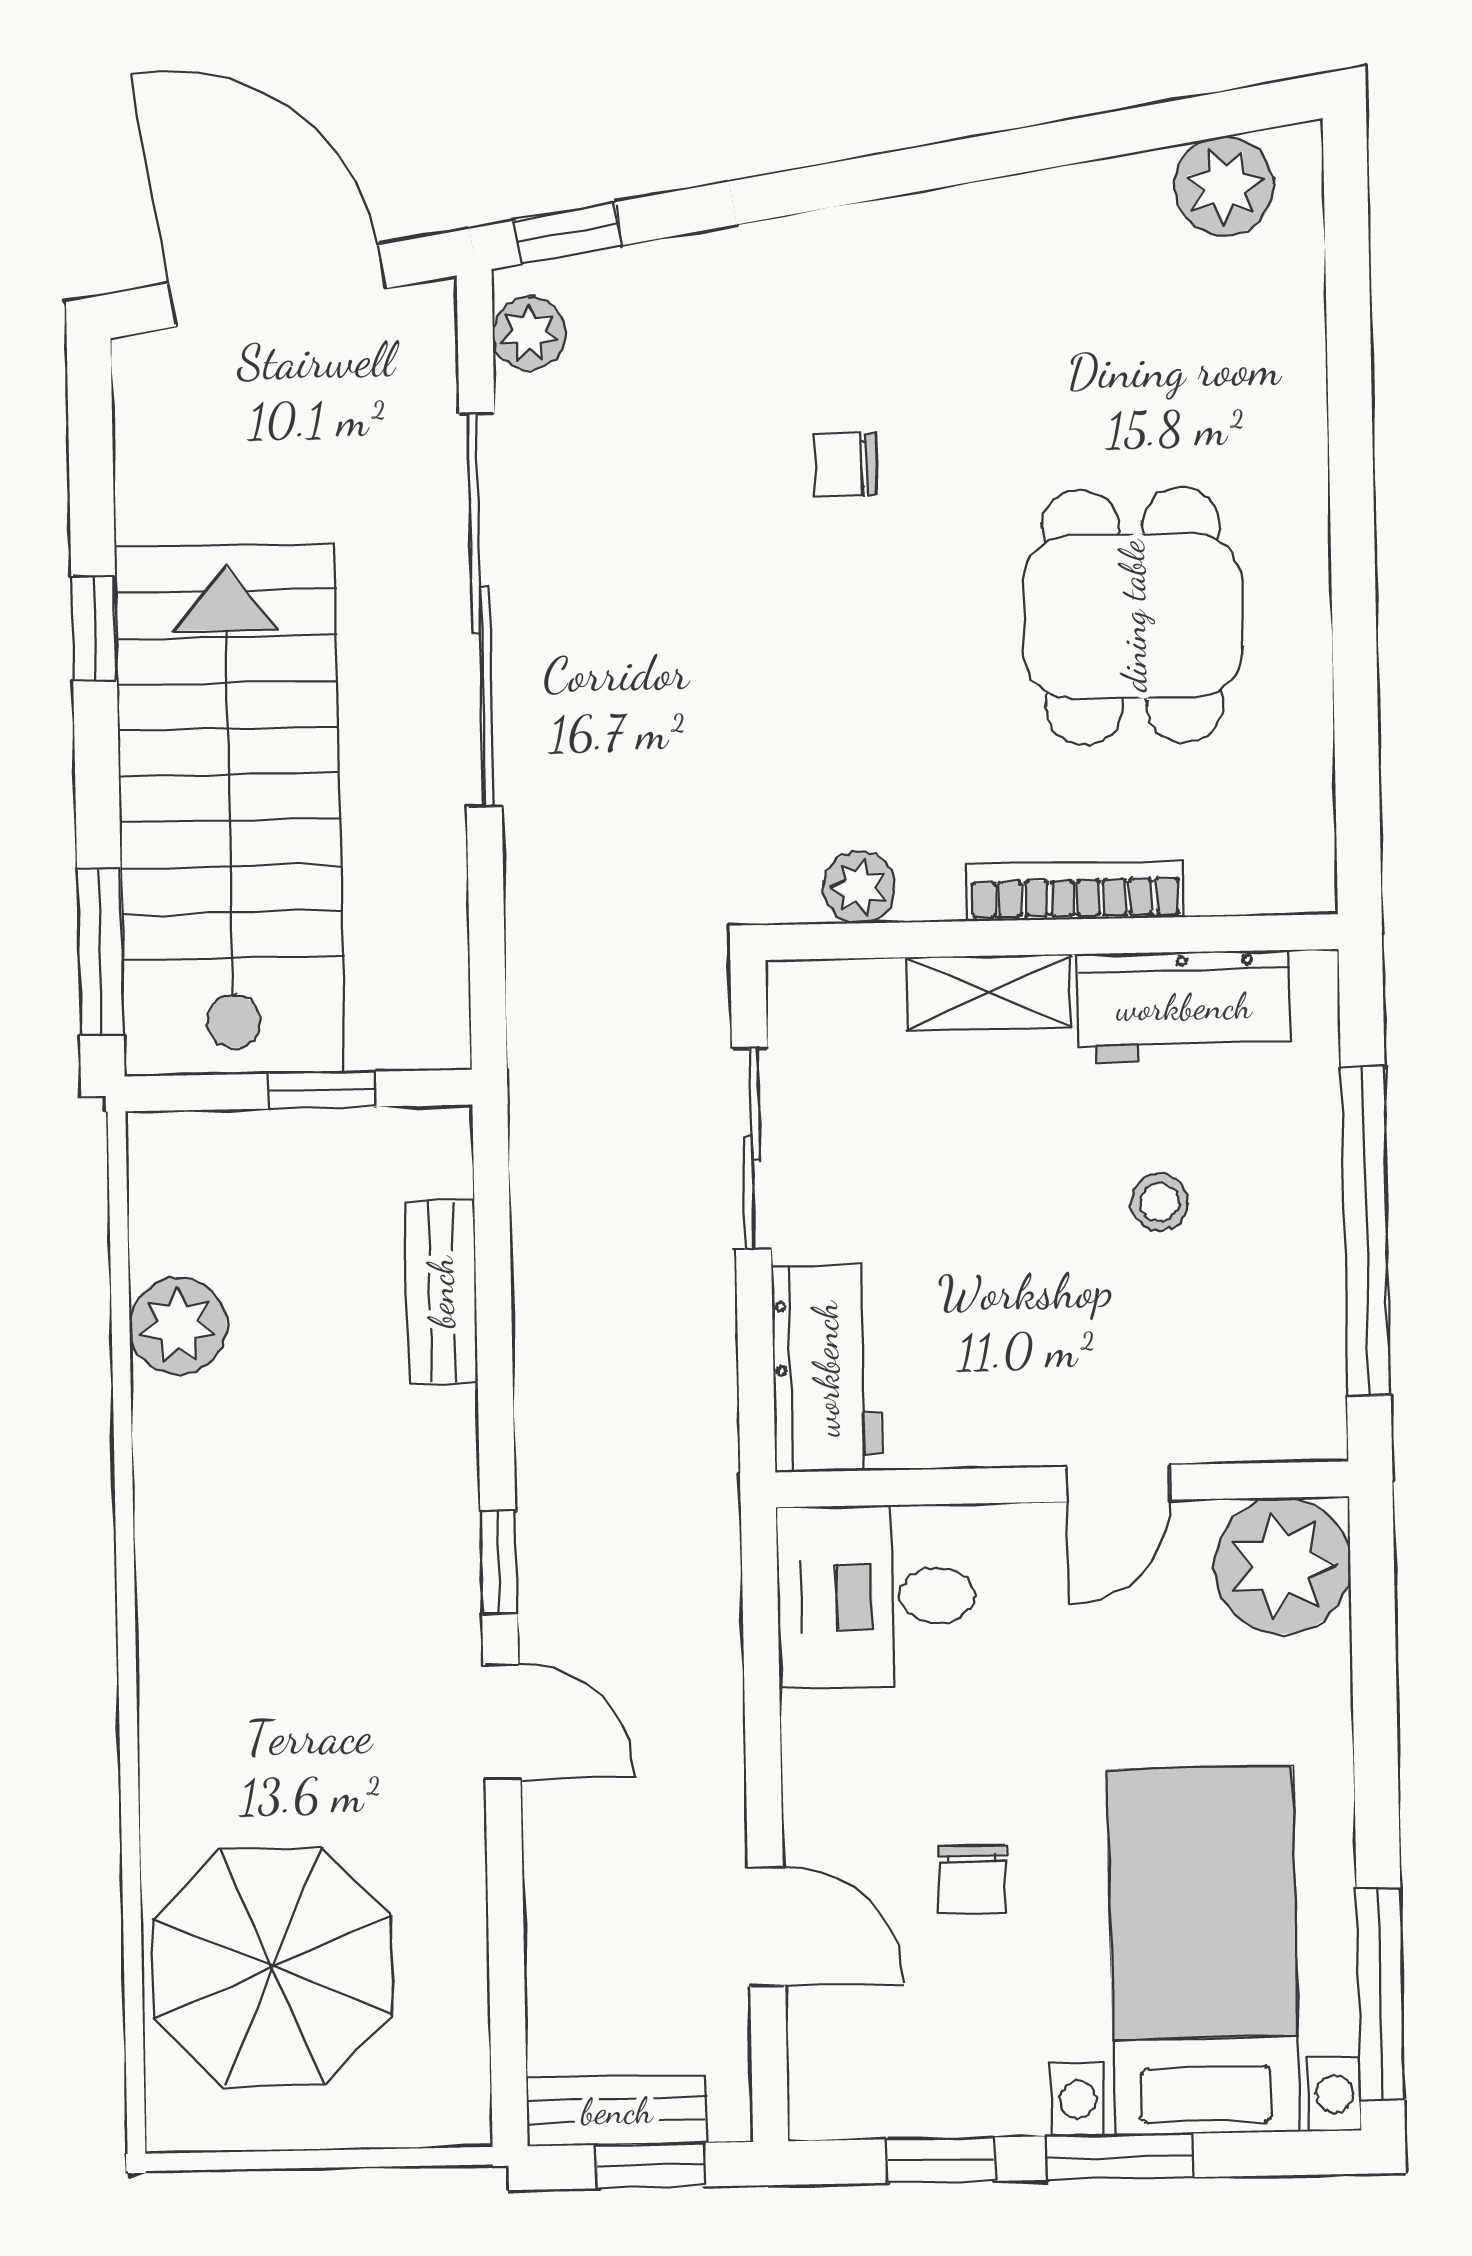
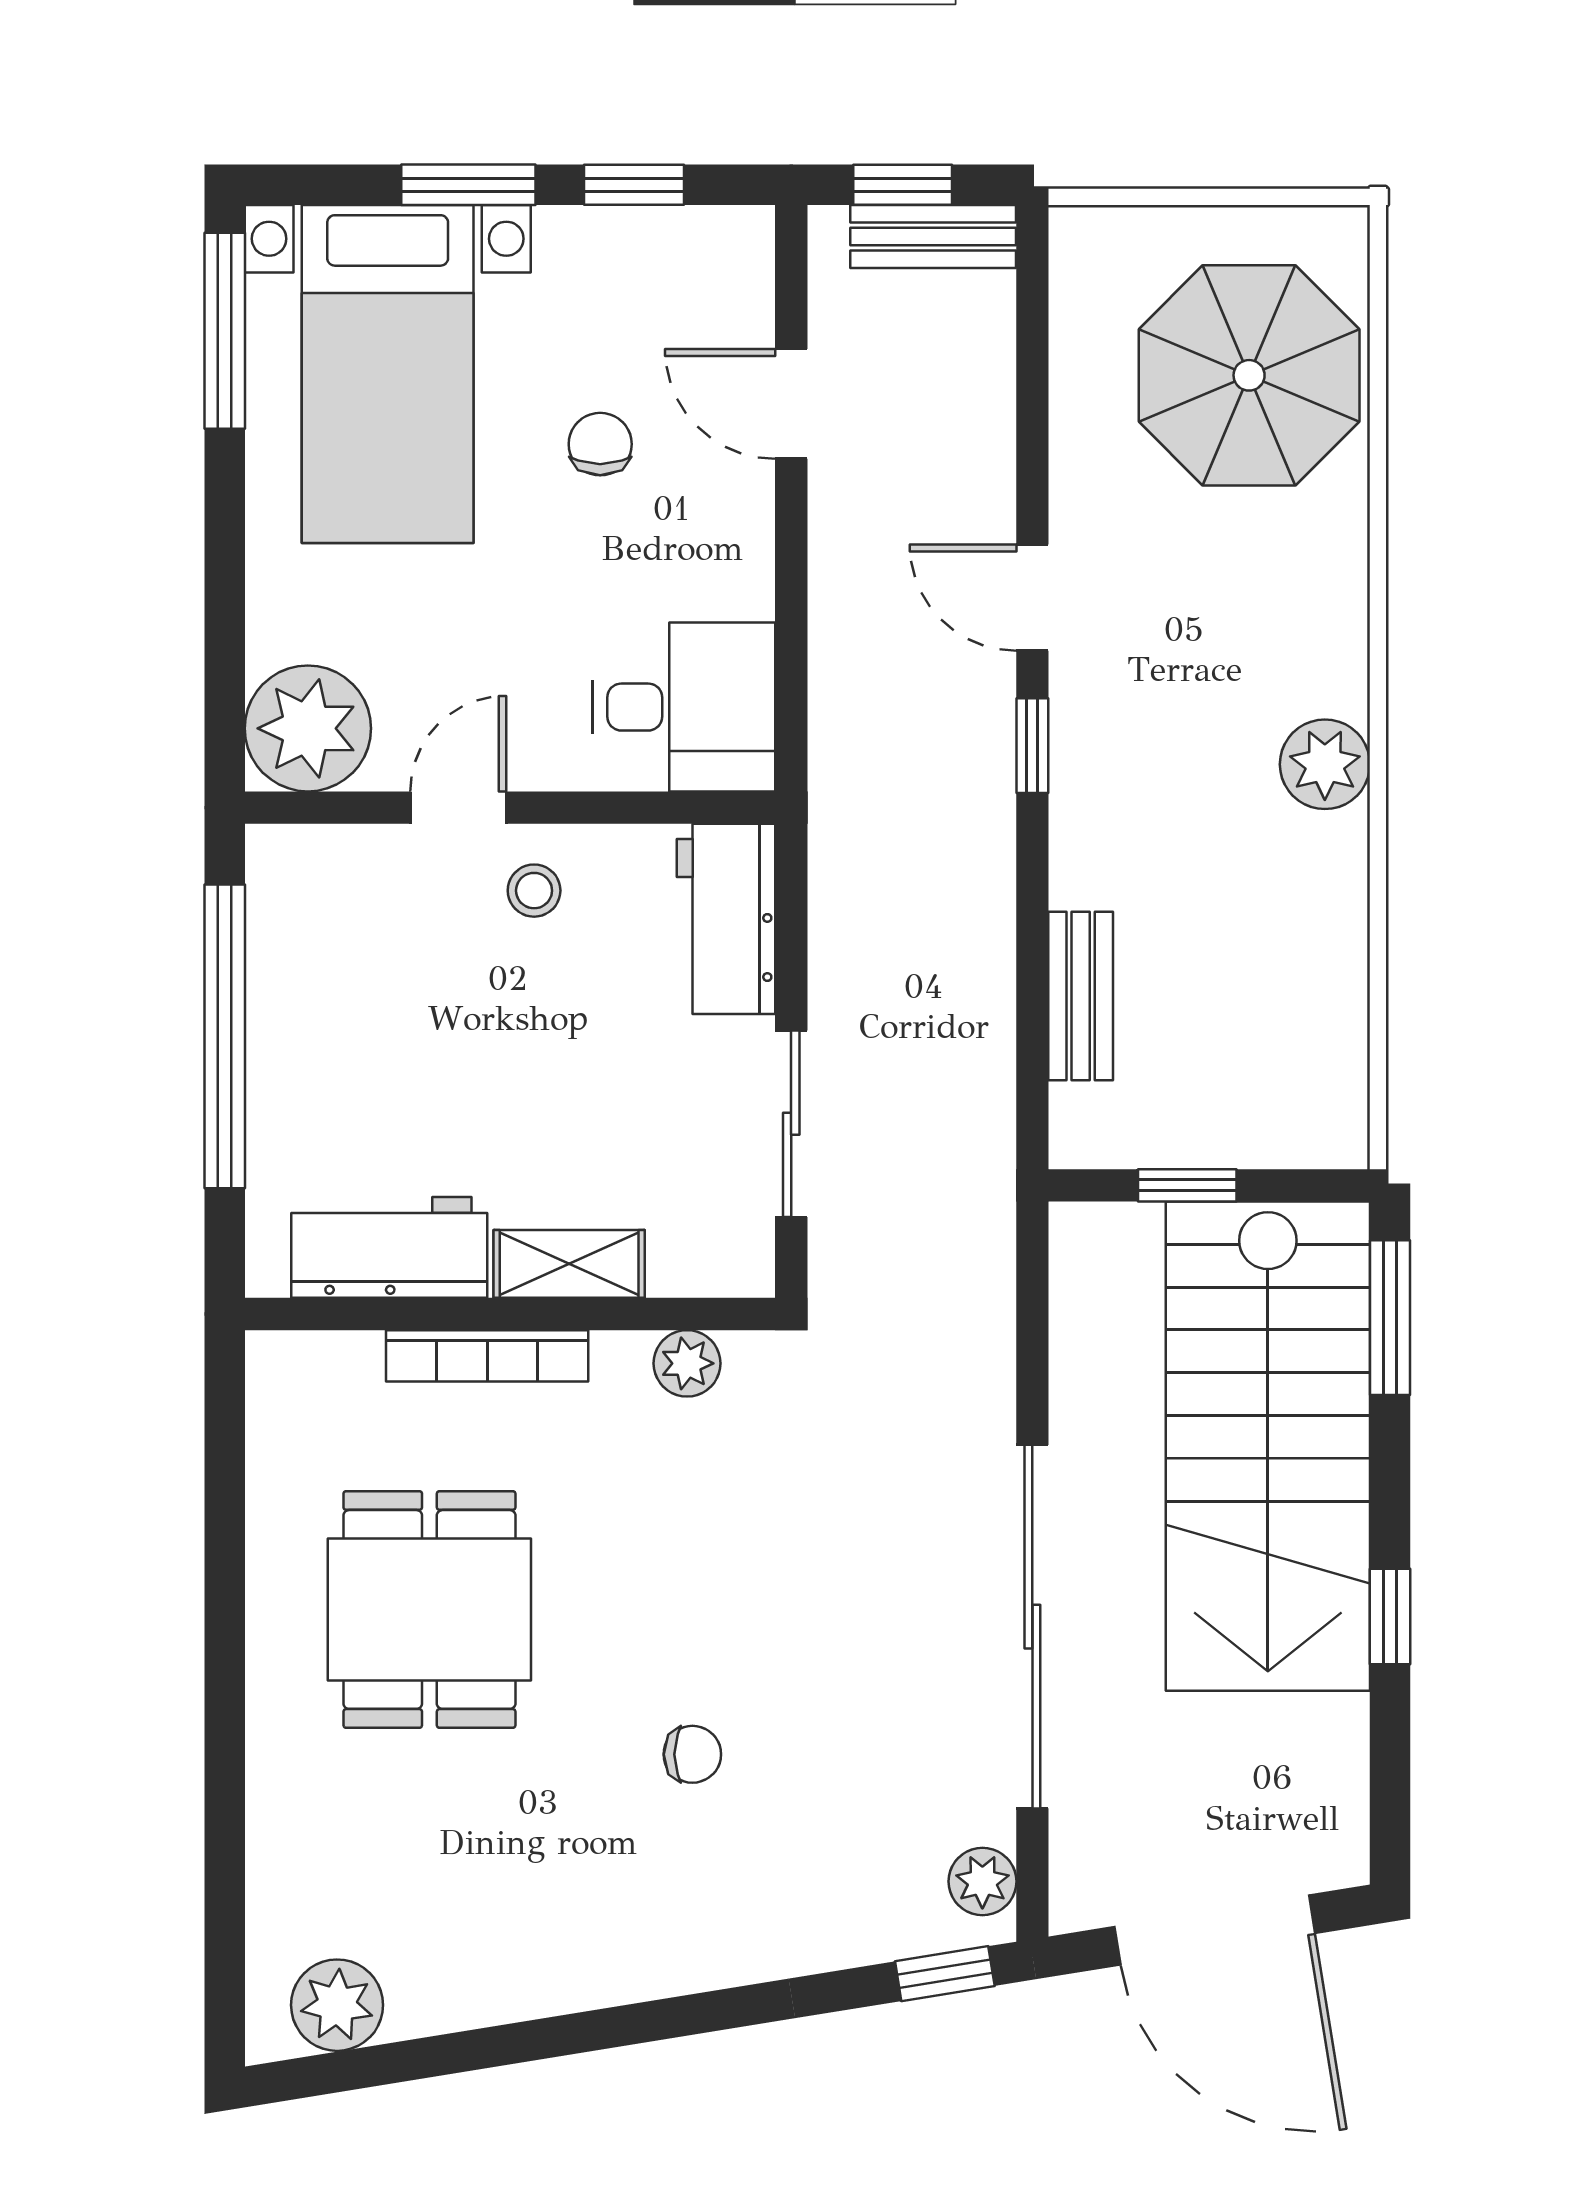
stool: (1160, 1202) -> (534, 891), moved
plant: (178, 1326) -> (1325, 764), moved

